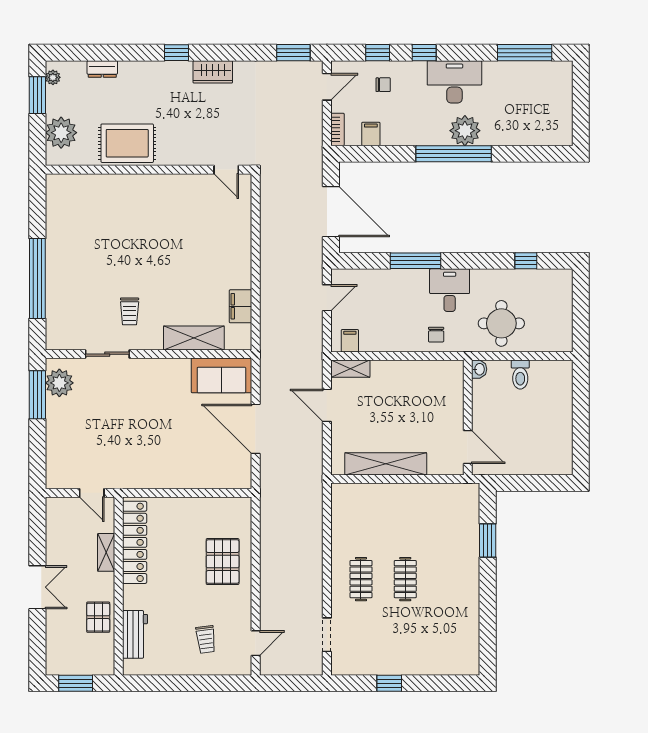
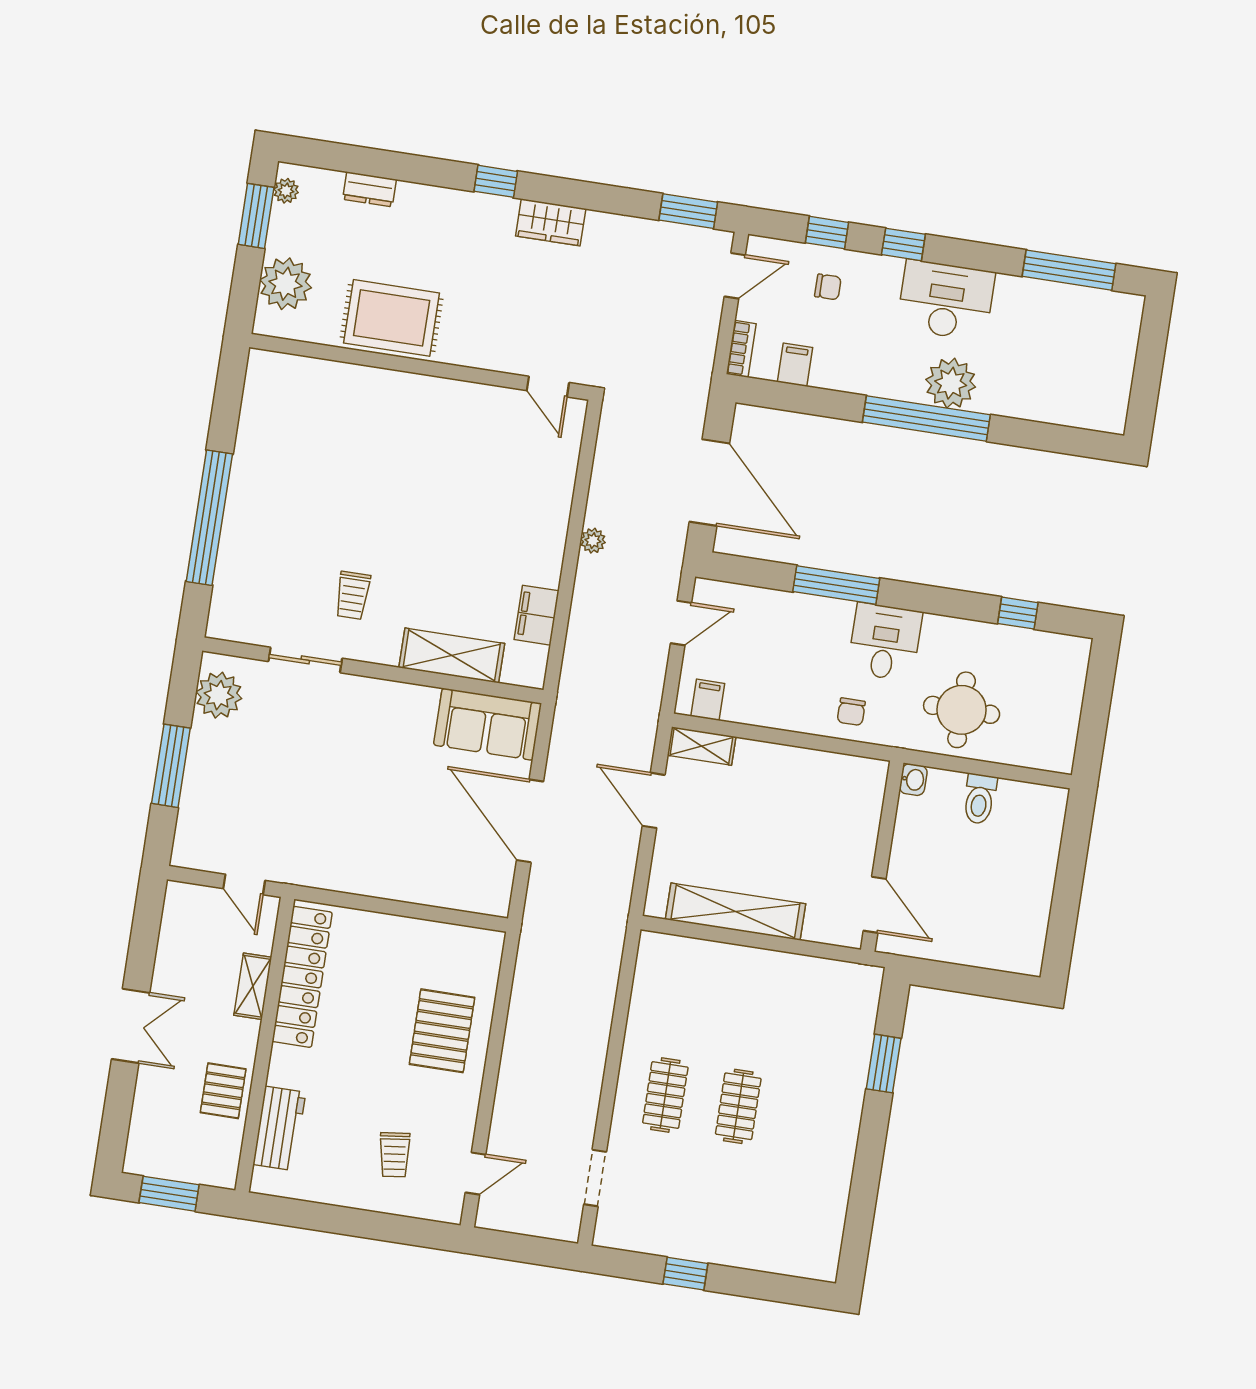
plant: (267, 257) -> (593, 541), added
window: (37, 395) -> (171, 766), moved

